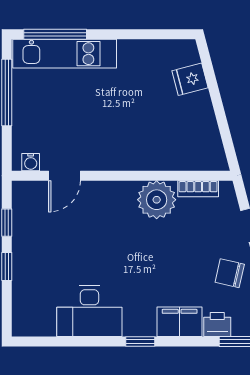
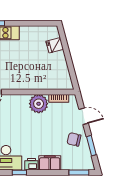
printer: (217, 324) -> (31, 164), moved
window: (140, 342) -> (19, 173), moved

